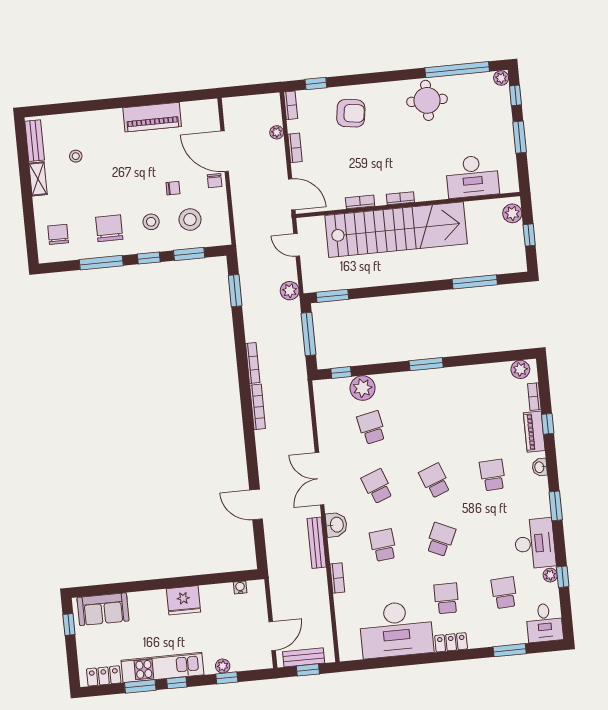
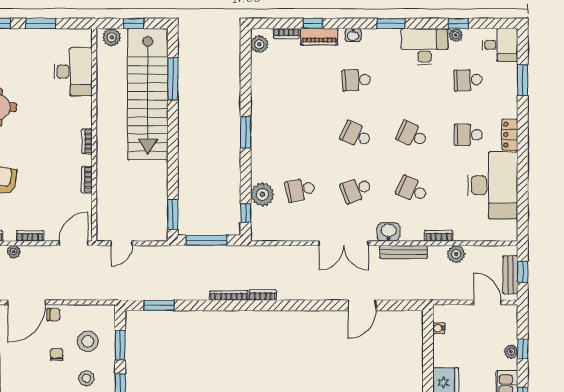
stairs: (396, 230) -> (148, 94), moved, turned 180
plant: (290, 291) -> (456, 254), moved
bookcase: (258, 407) -> (263, 295), width x0.64
school desk: (435, 481) -> (356, 135), turned 45
school desk: (383, 545) -> (412, 190), turned 30

